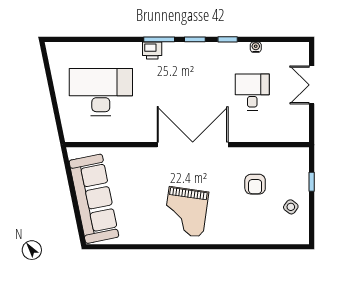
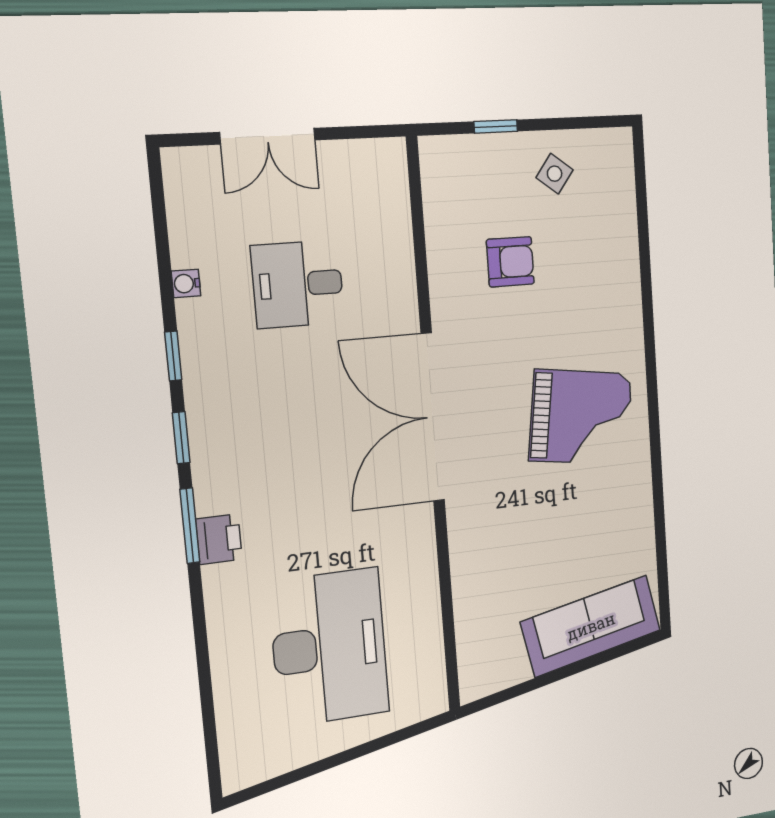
desk: (101, 92) -> (329, 647), turned 180
sofa: (94, 199) -> (591, 626), width x0.74, depth x0.79

